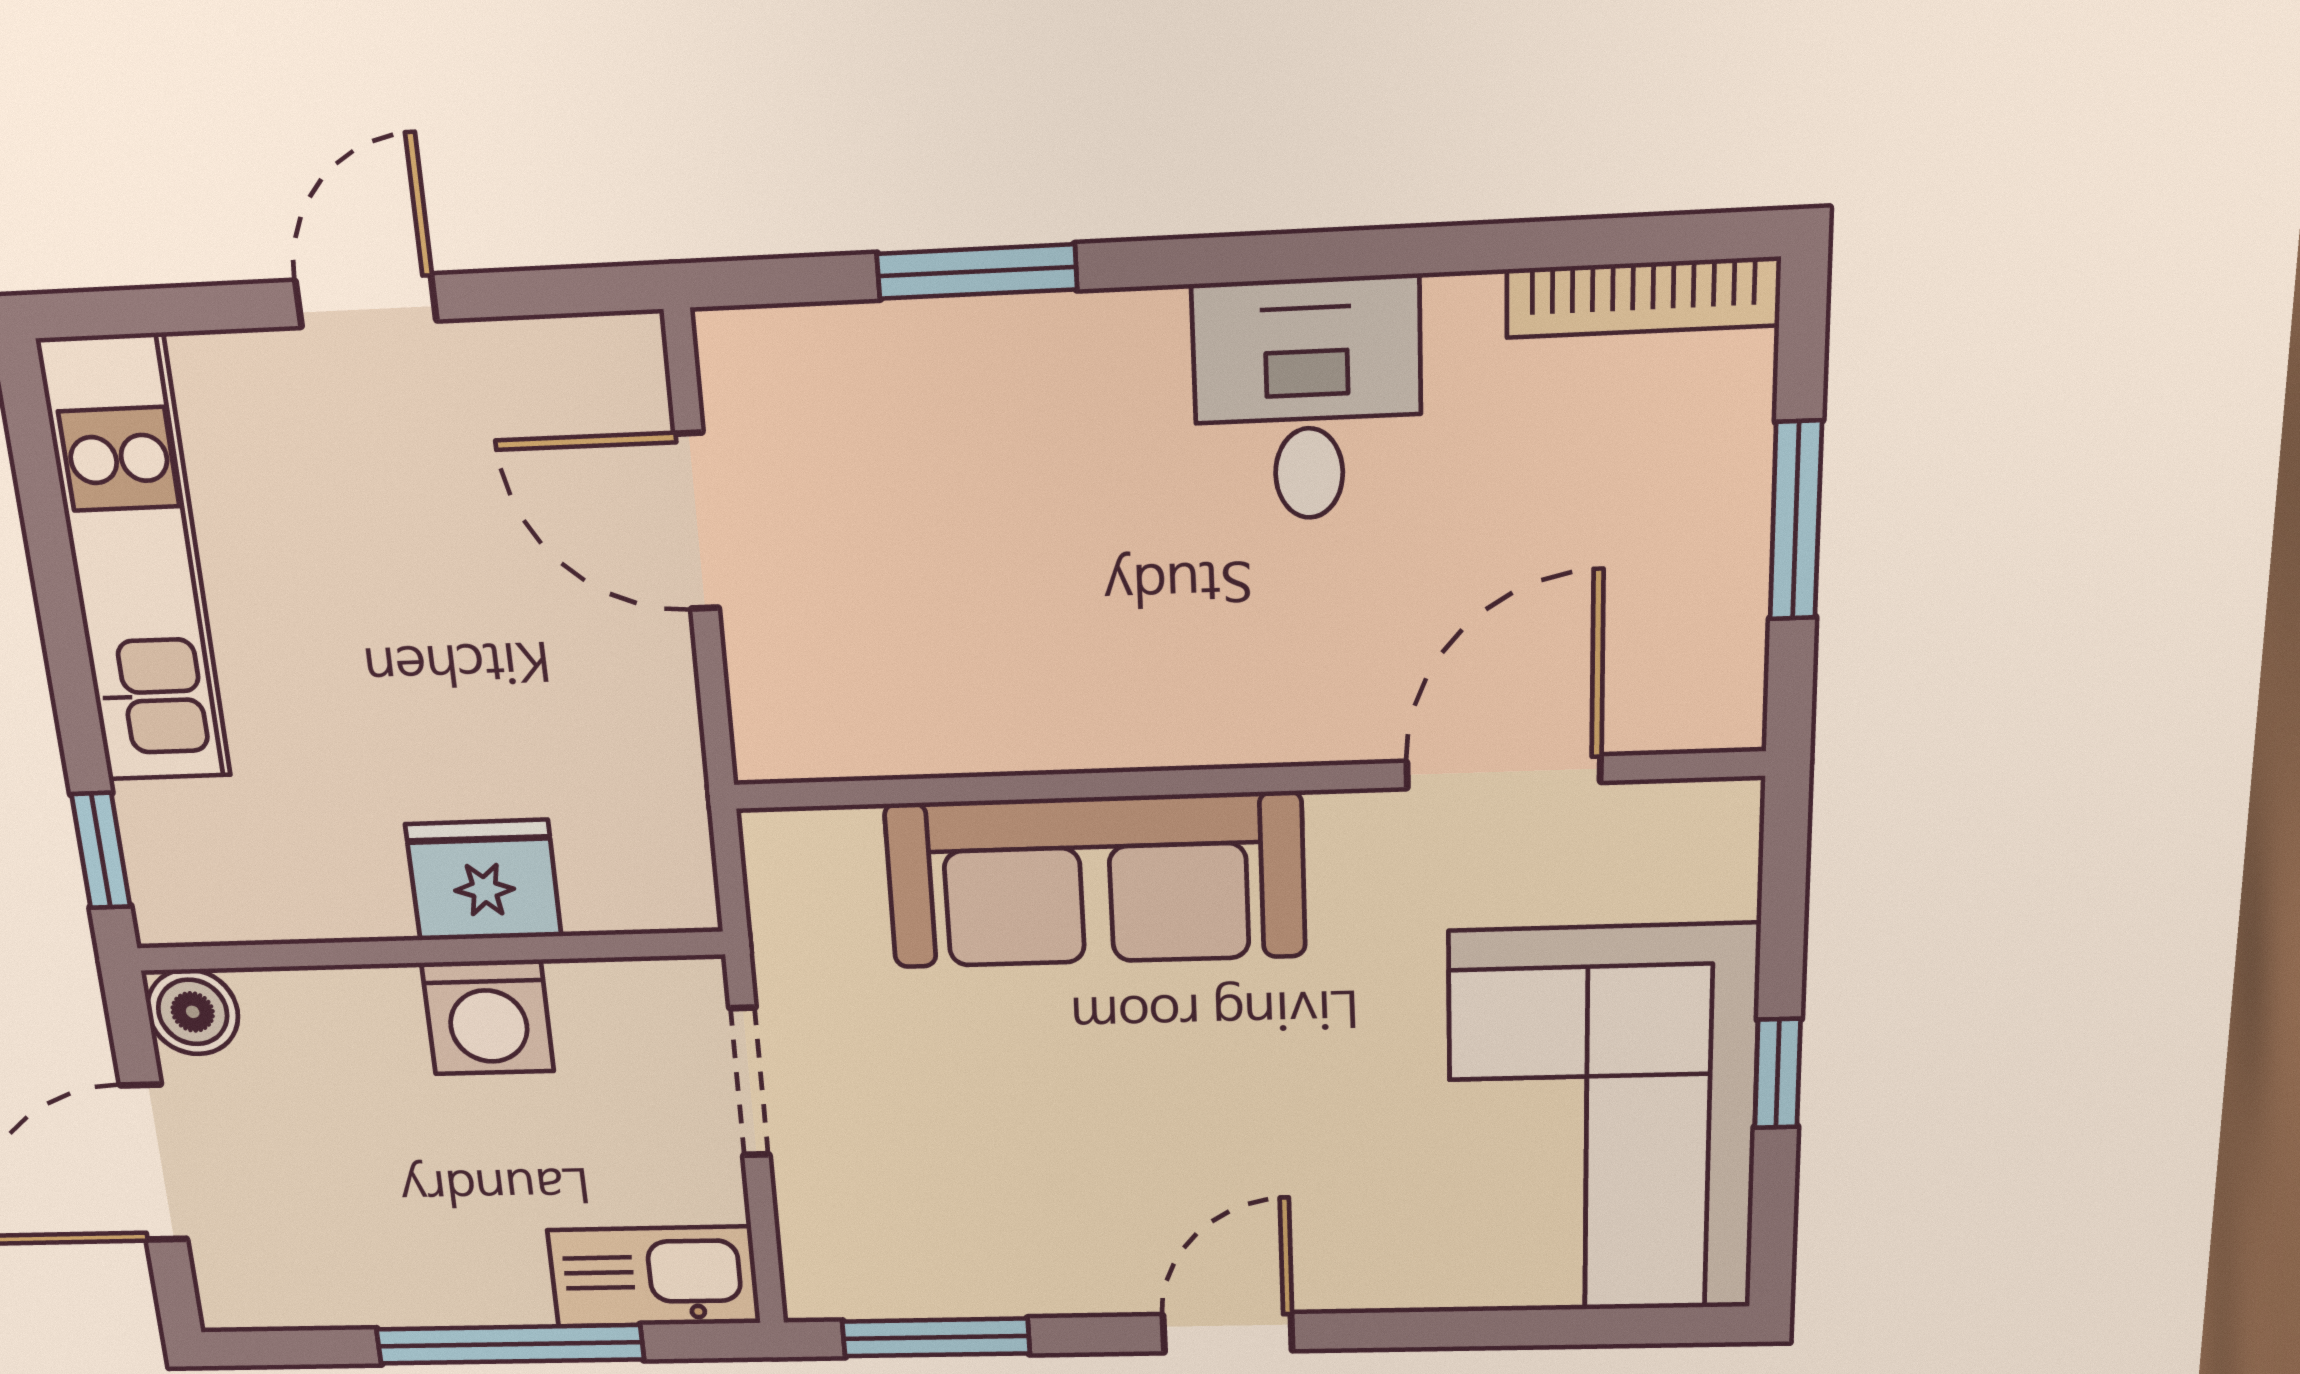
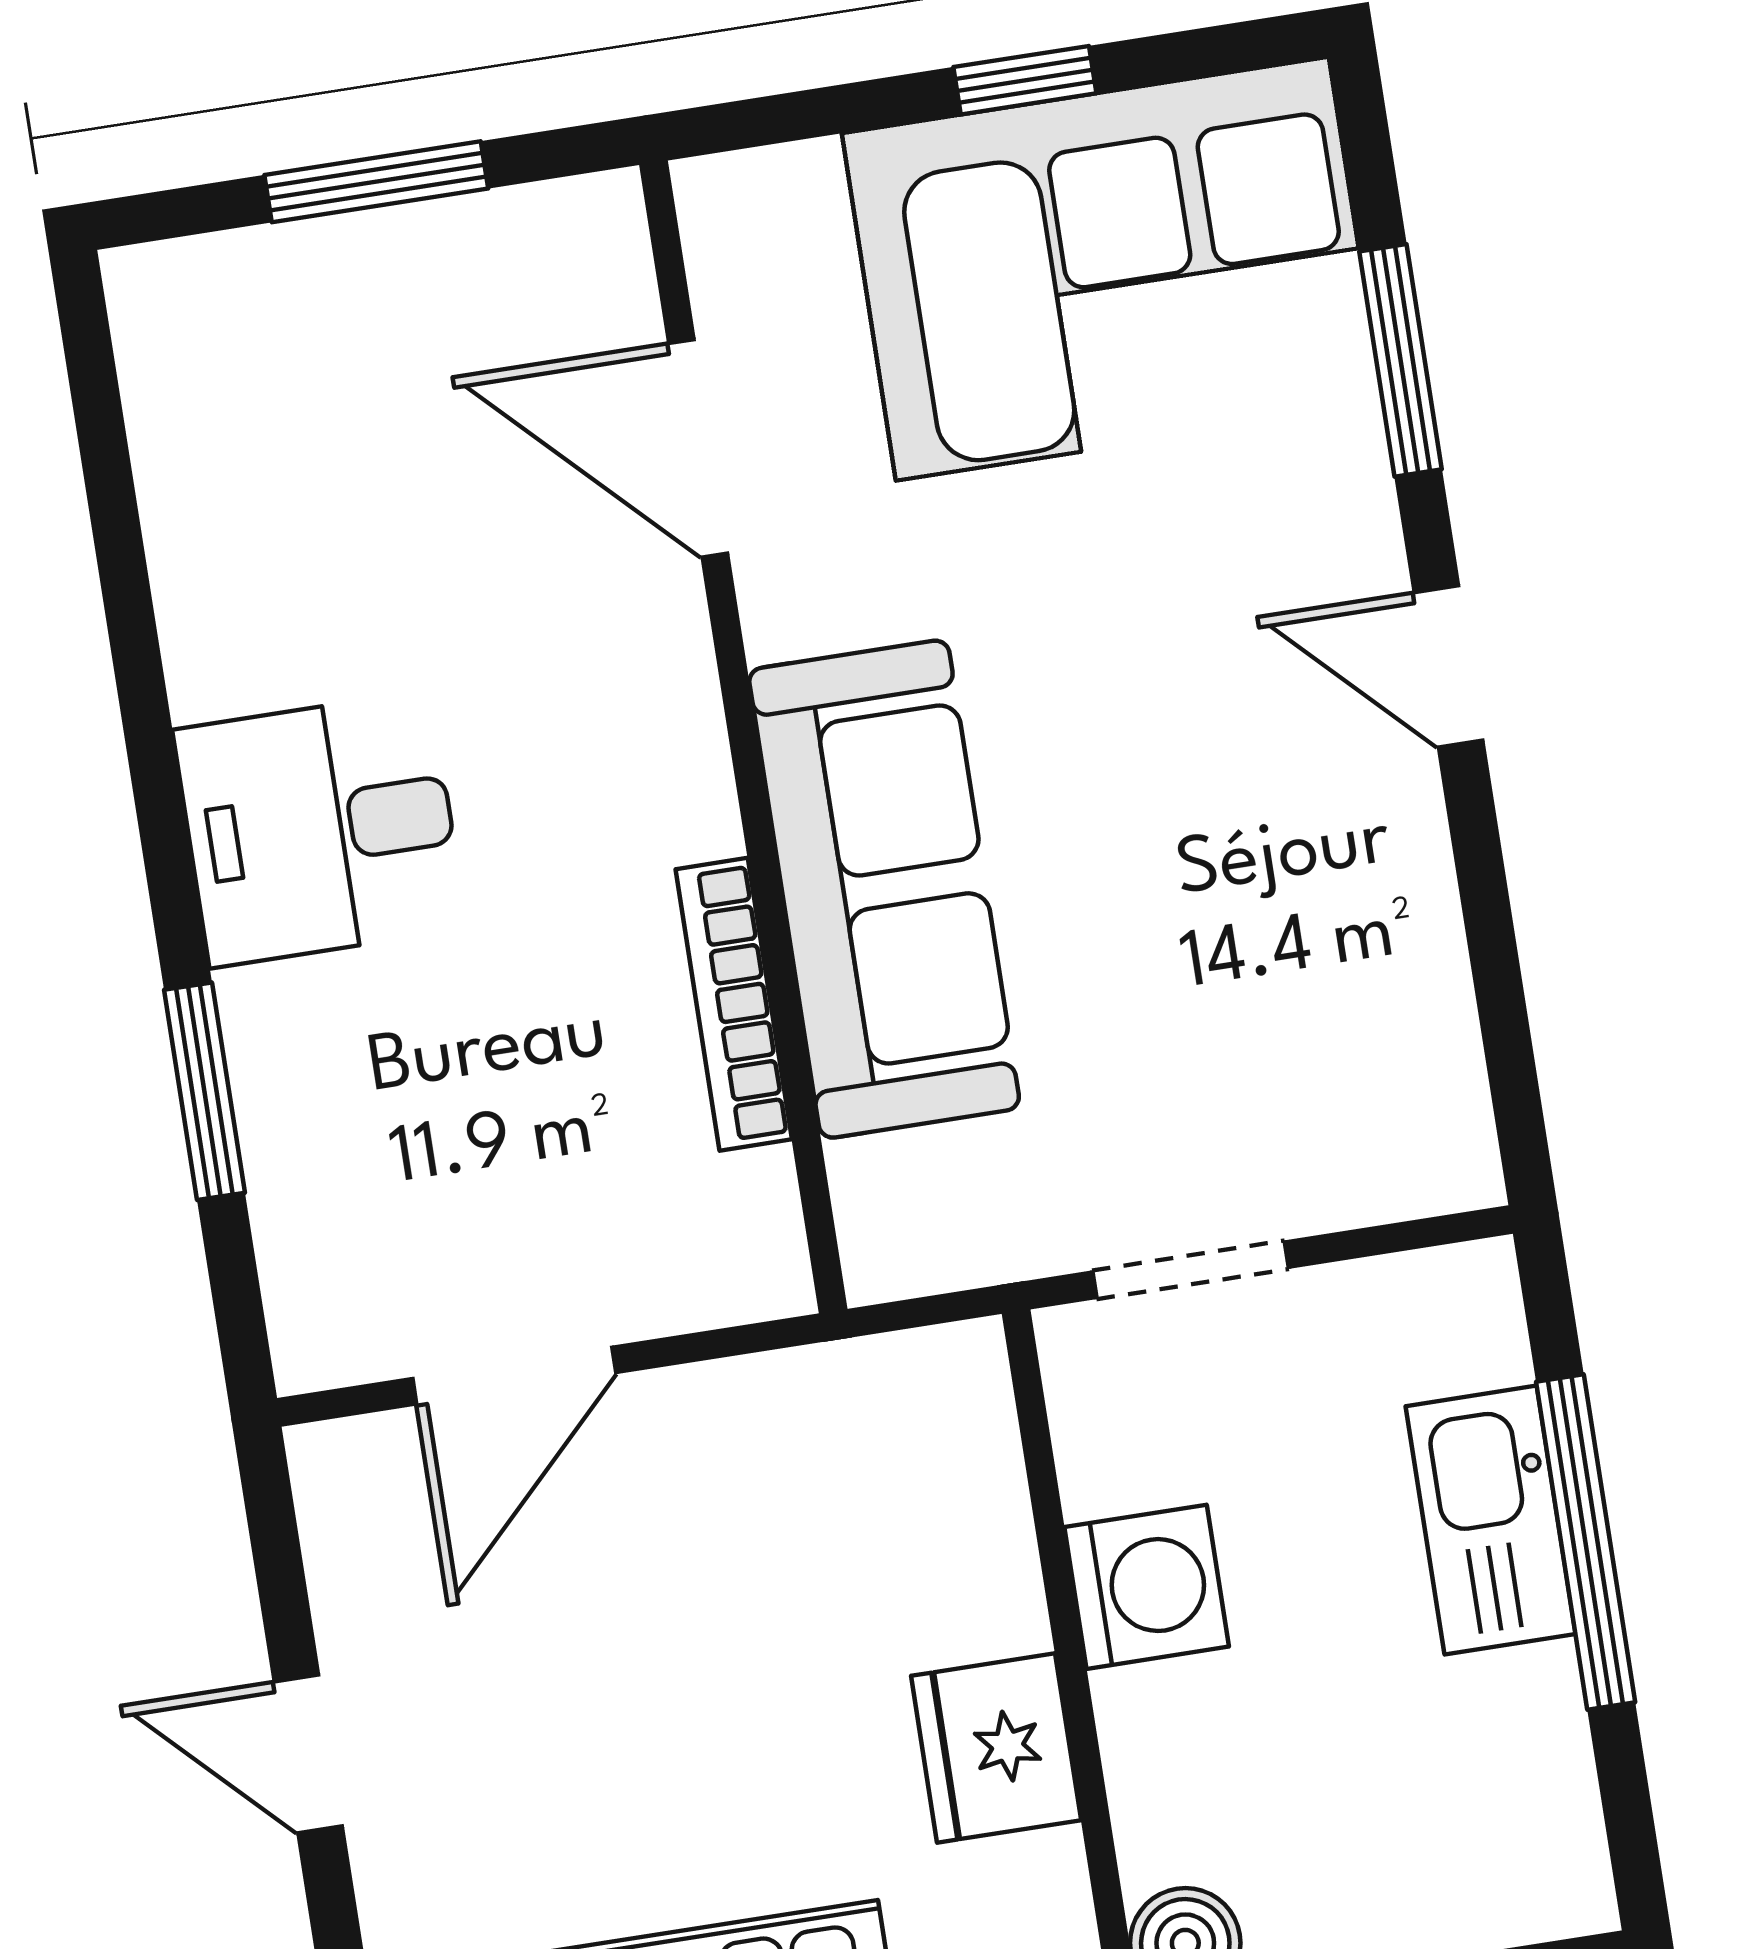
bookcase: (1643, 297) -> (734, 1004), moved, turned 180
desk: (1308, 400) -> (320, 829), moved
fridge: (483, 880) -> (996, 1748), moved
kitchen sink: (654, 1277) -> (1491, 1520), moved
window: (936, 1337) -> (1400, 360), moved

